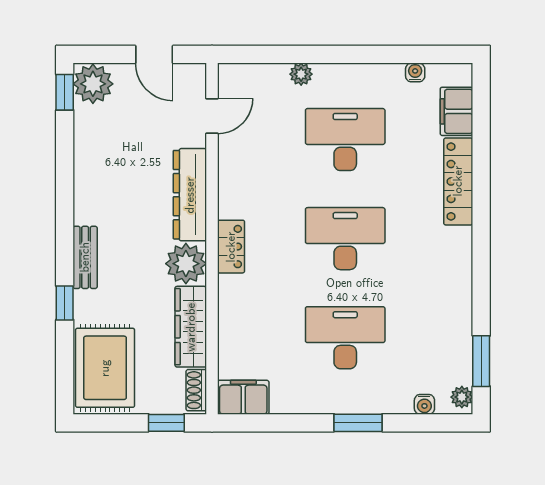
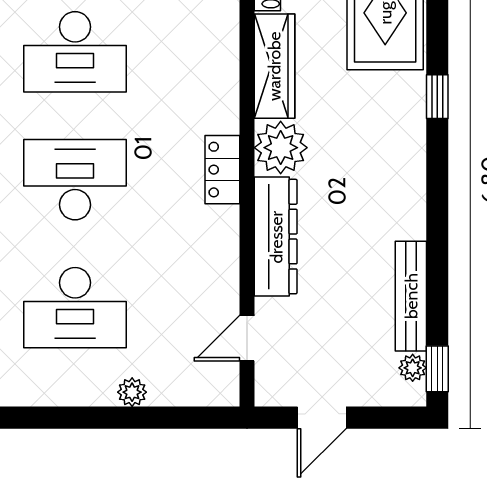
door: (154, 54) -> (322, 418), swing flipped
plant: (93, 84) -> (413, 368), width x0.53, depth x0.53
desk: (345, 239) -> (75, 180), turned 180
bench: (85, 257) -> (411, 296), moved, width x1.36

